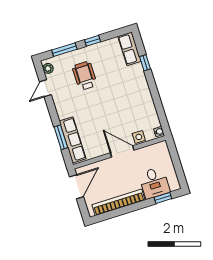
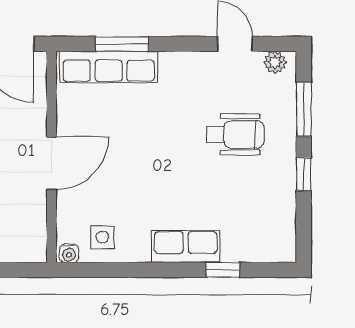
row of seats: (129, 49) -> (186, 246), moved
side table: (139, 137) -> (102, 237), moved

